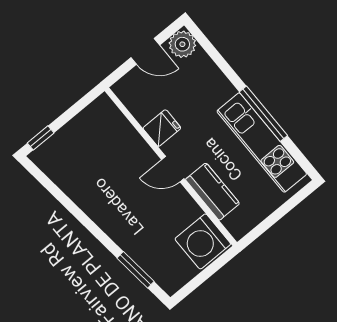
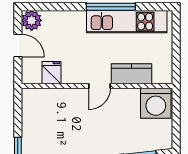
door: (145, 51) -> (18, 45), hinge flipped
fridge: (162, 128) -> (51, 73), moved

